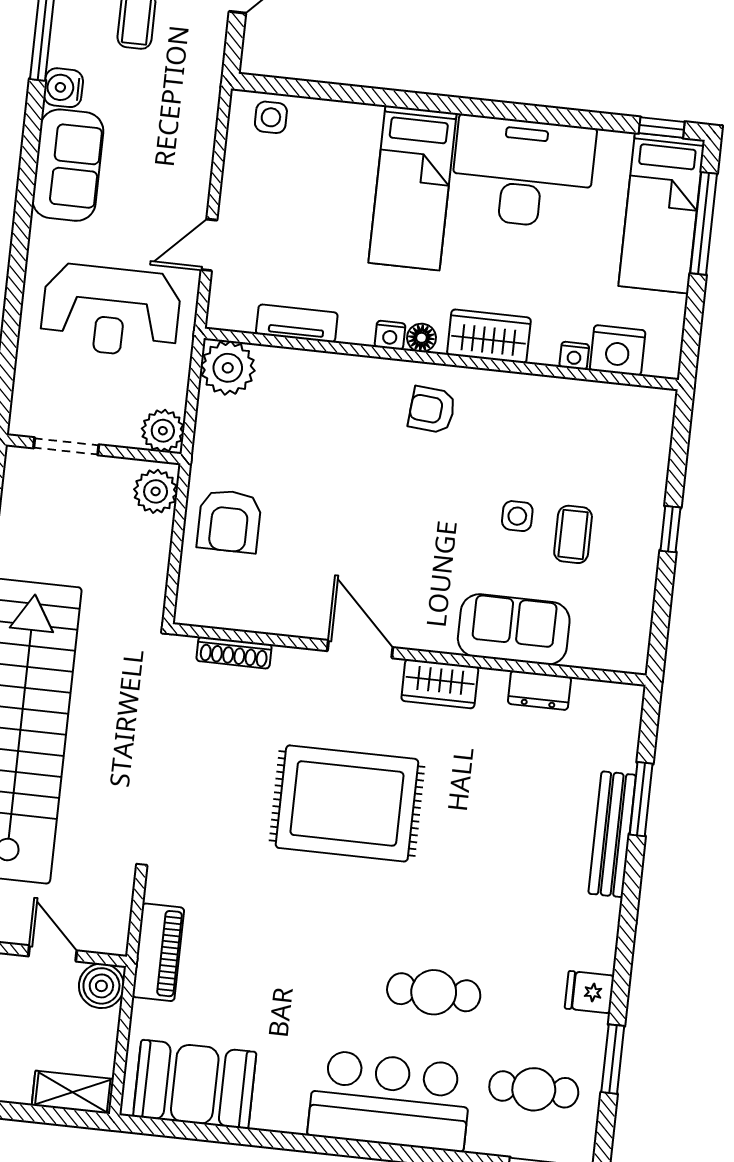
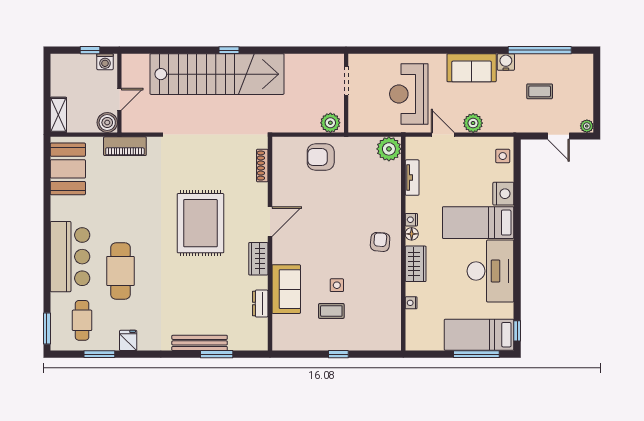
nightstand: (618, 350) -> (503, 194), moved, turned 180
plant: (163, 431) -> (473, 123), moved
cafe table: (434, 992) -> (120, 271), width x1.37, depth x1.35

